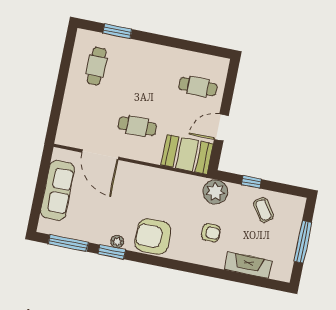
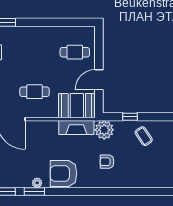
armchair: (211, 233) -> (107, 162), turned 180
fireplace: (248, 265) -> (76, 128), moved, turned 180

